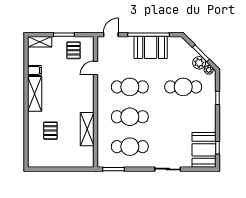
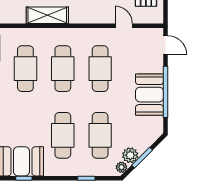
cafe table: (183, 117) -> (63, 135), added

